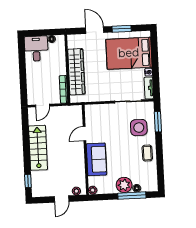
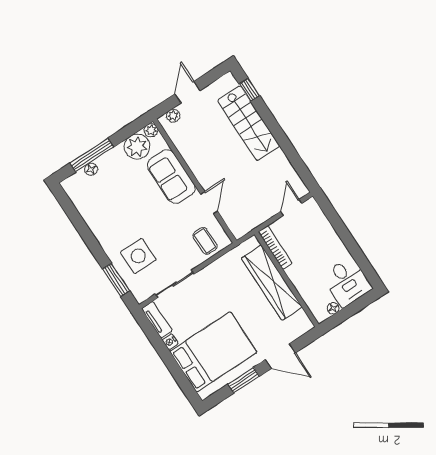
stairs: (38, 148) -> (249, 123), moved
coffee table: (147, 153) -> (205, 241), moved
plant: (124, 185) -> (137, 147), moved

